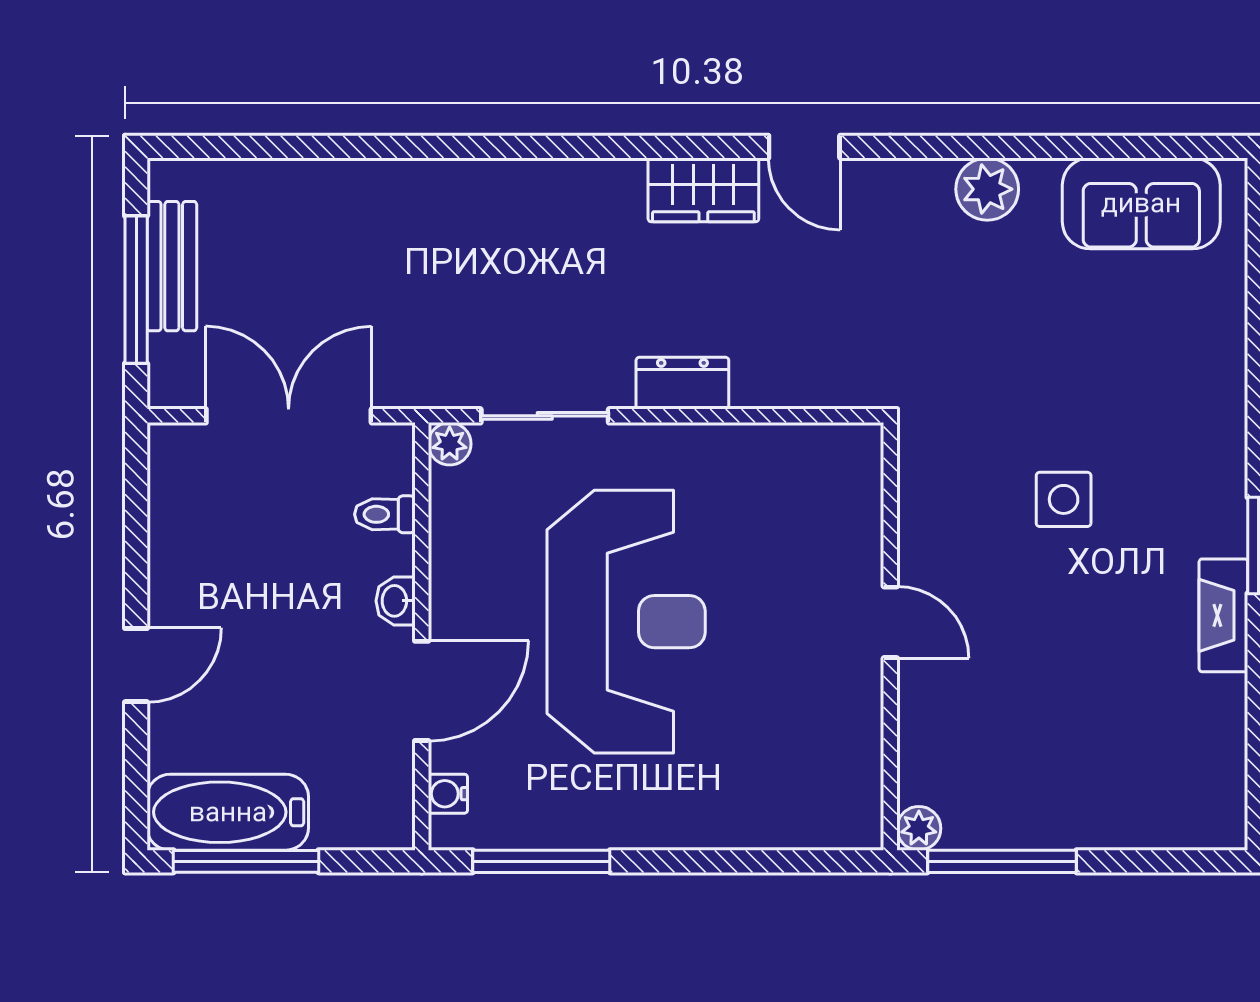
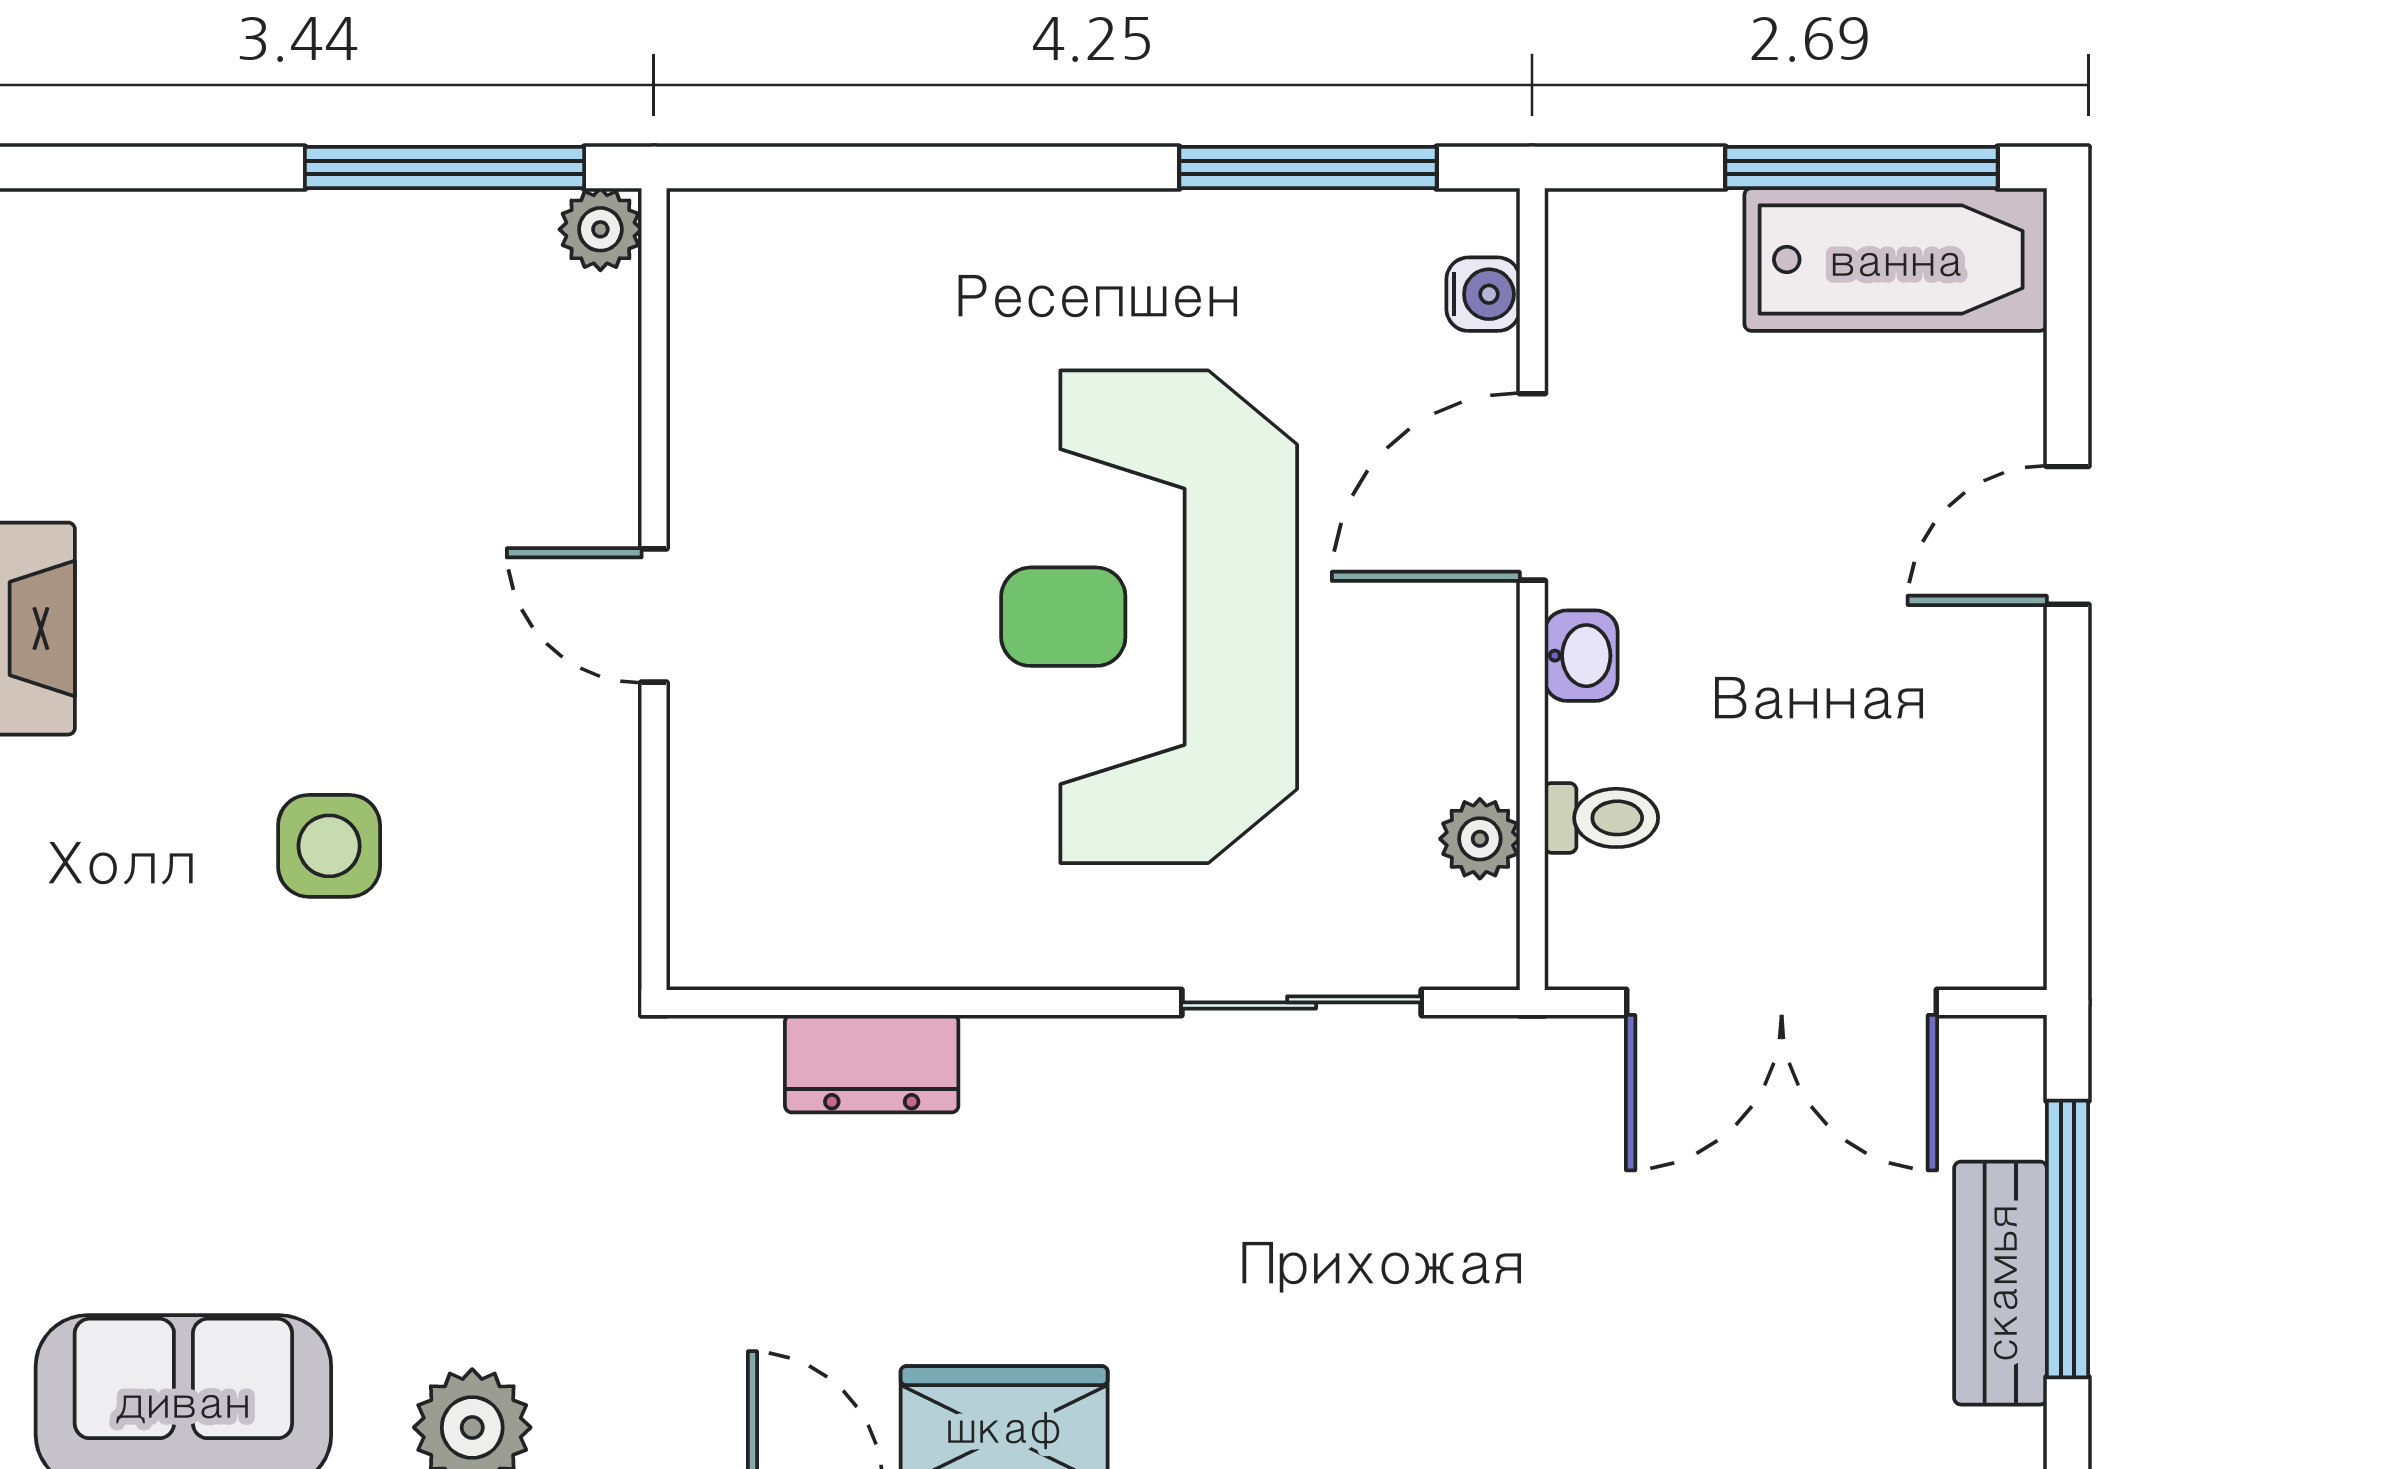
dresser: (682, 383) -> (872, 1064), moved
plant: (450, 444) -> (1480, 839), moved

